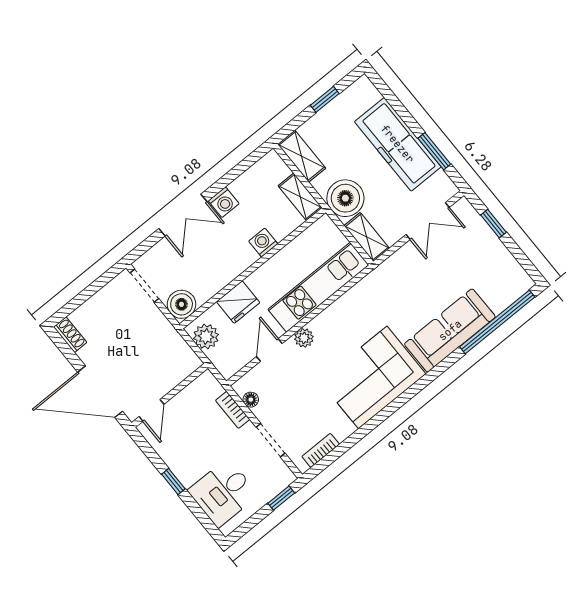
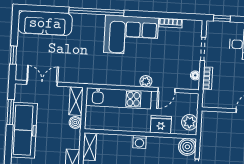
boiler: (345, 198) -> (75, 122), width x0.54, depth x0.54
washing machine: (263, 242) -> (139, 142), moved
window: (497, 322) -> (96, 12), moved
sofa: (450, 330) -> (45, 23), moved
bookcase: (321, 450) -> (171, 23), moved

